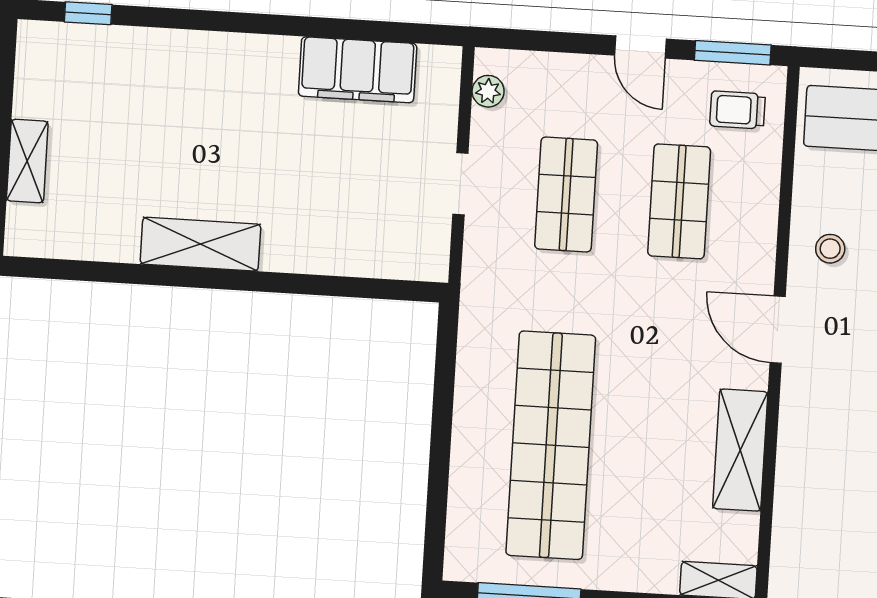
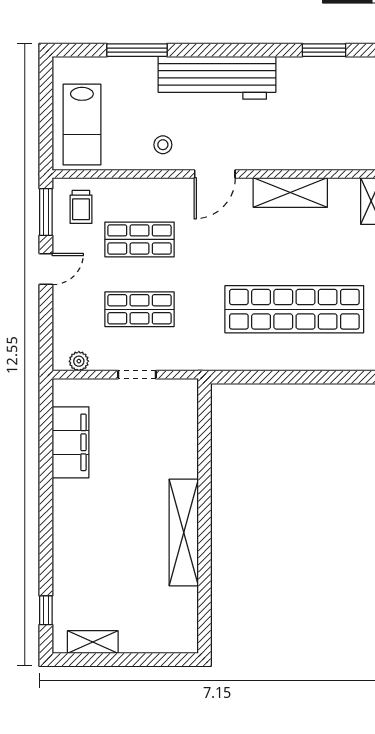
shelving: (27, 161) -> (93, 642), moved
shelving: (200, 244) -> (184, 532), width x1.47

